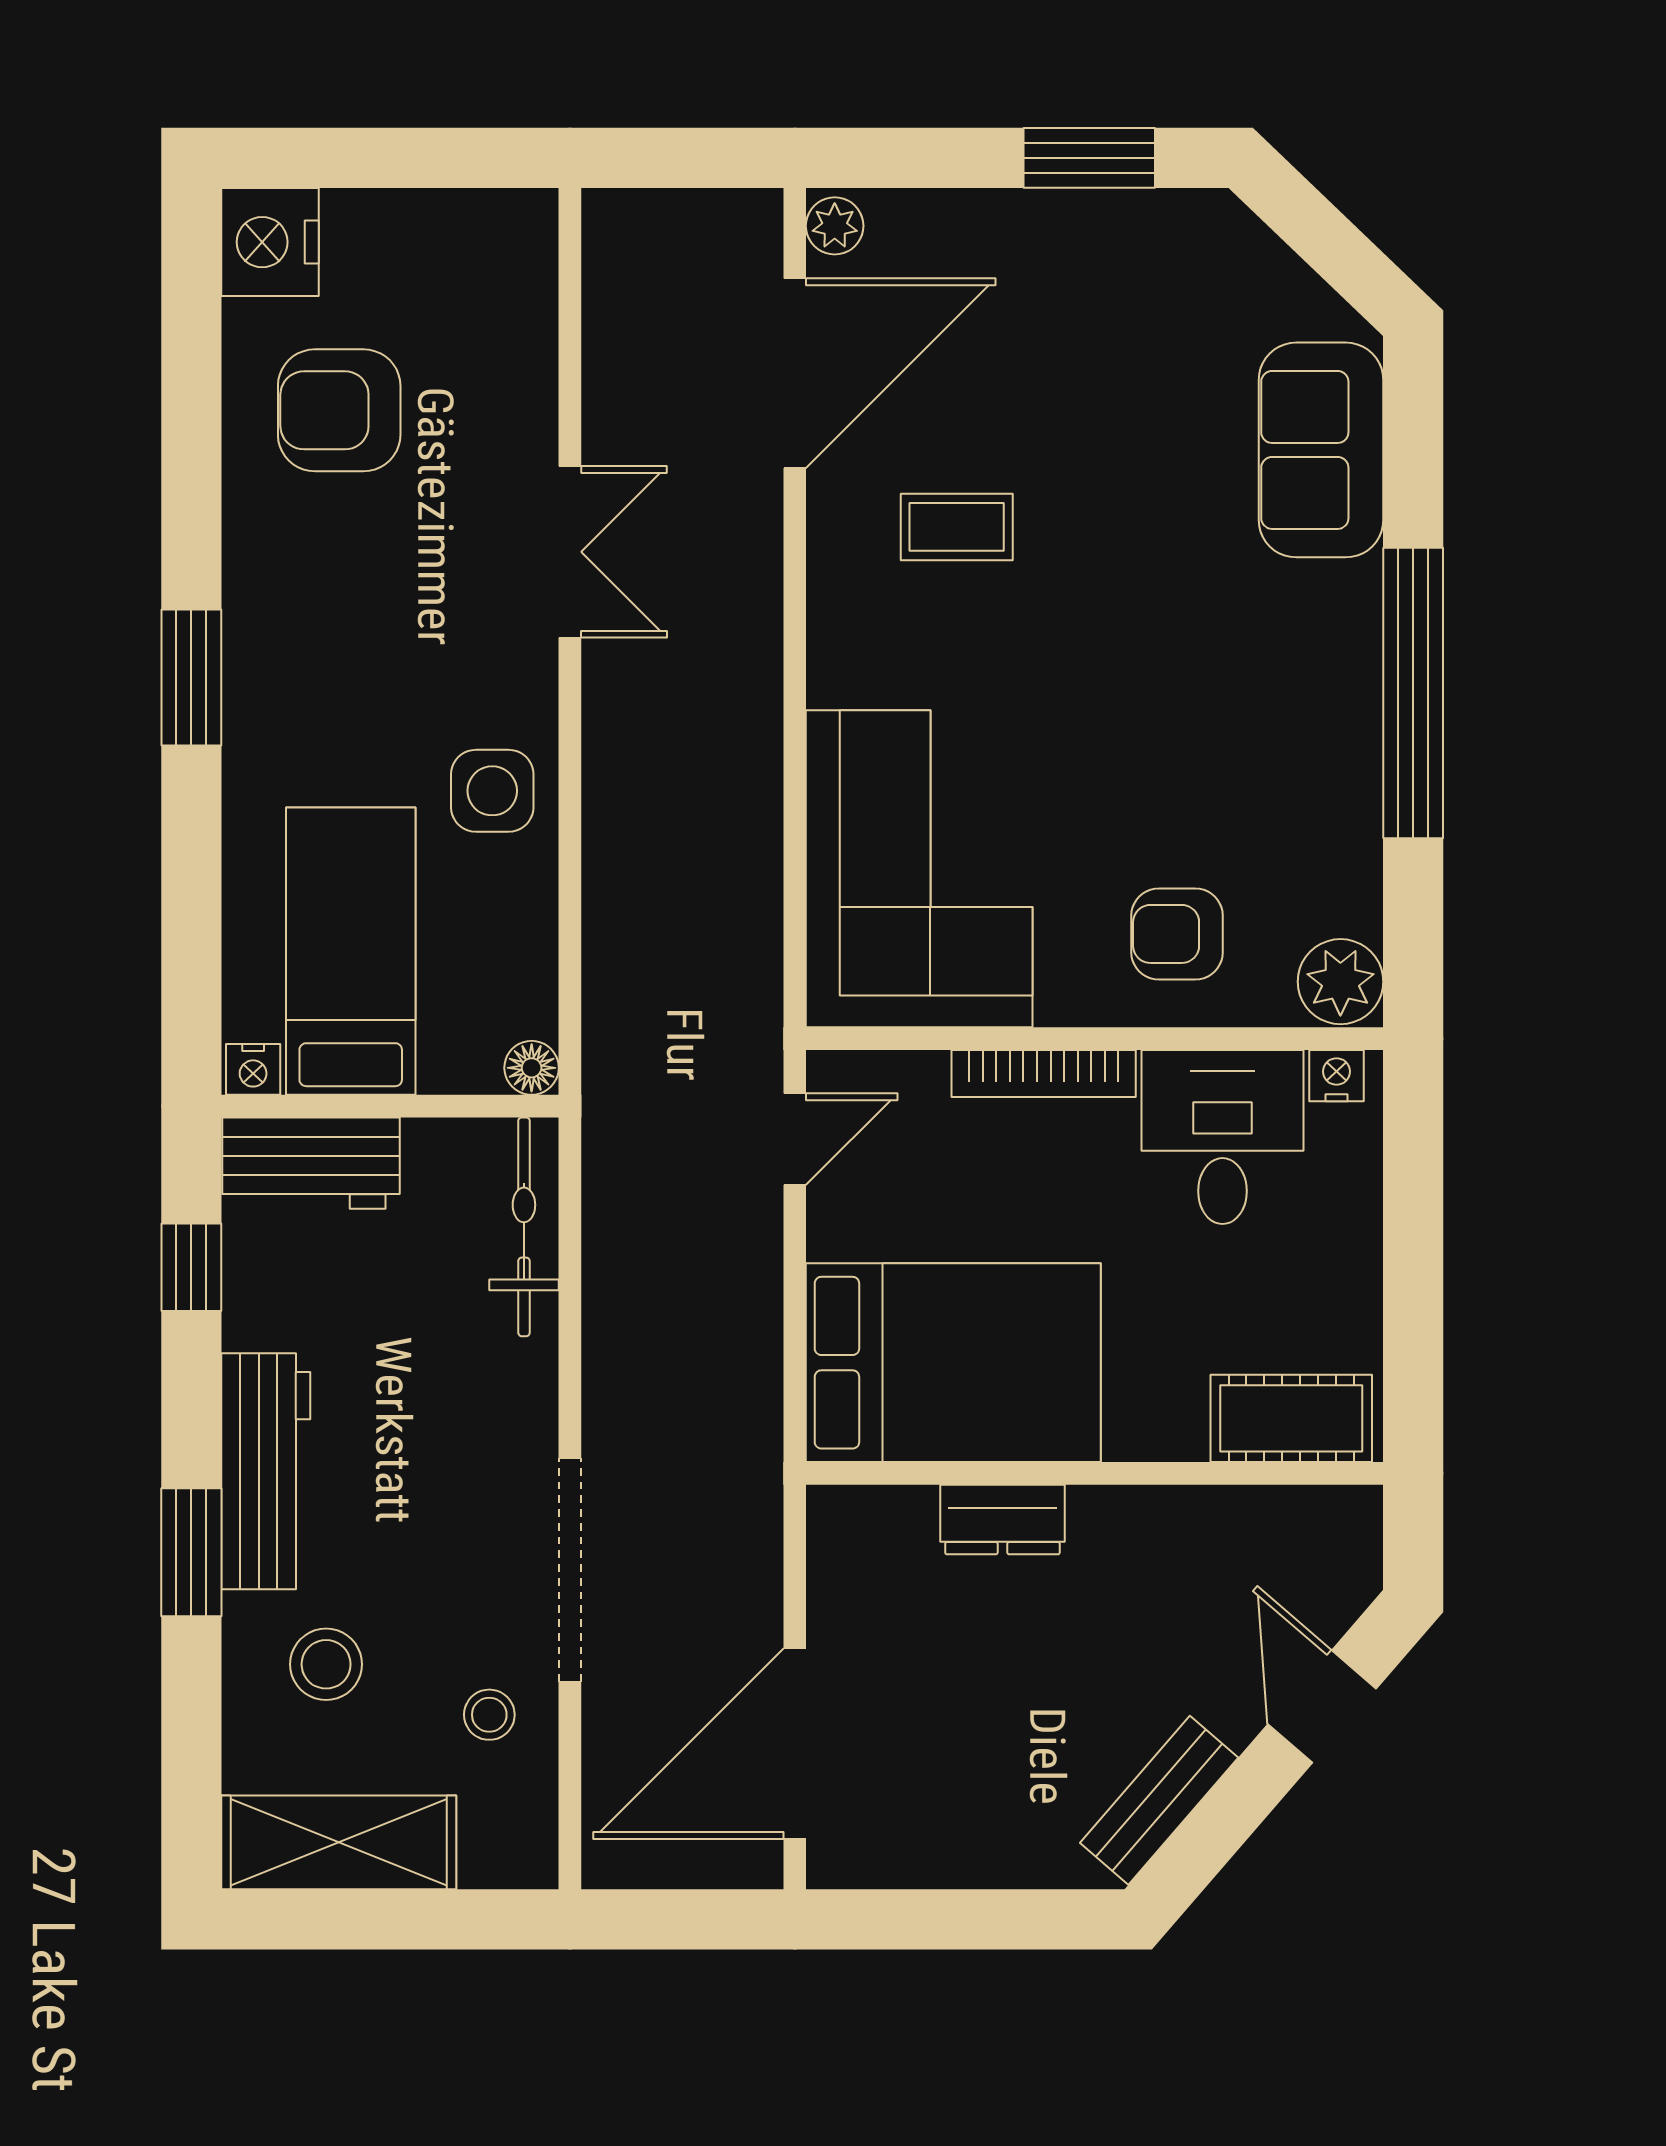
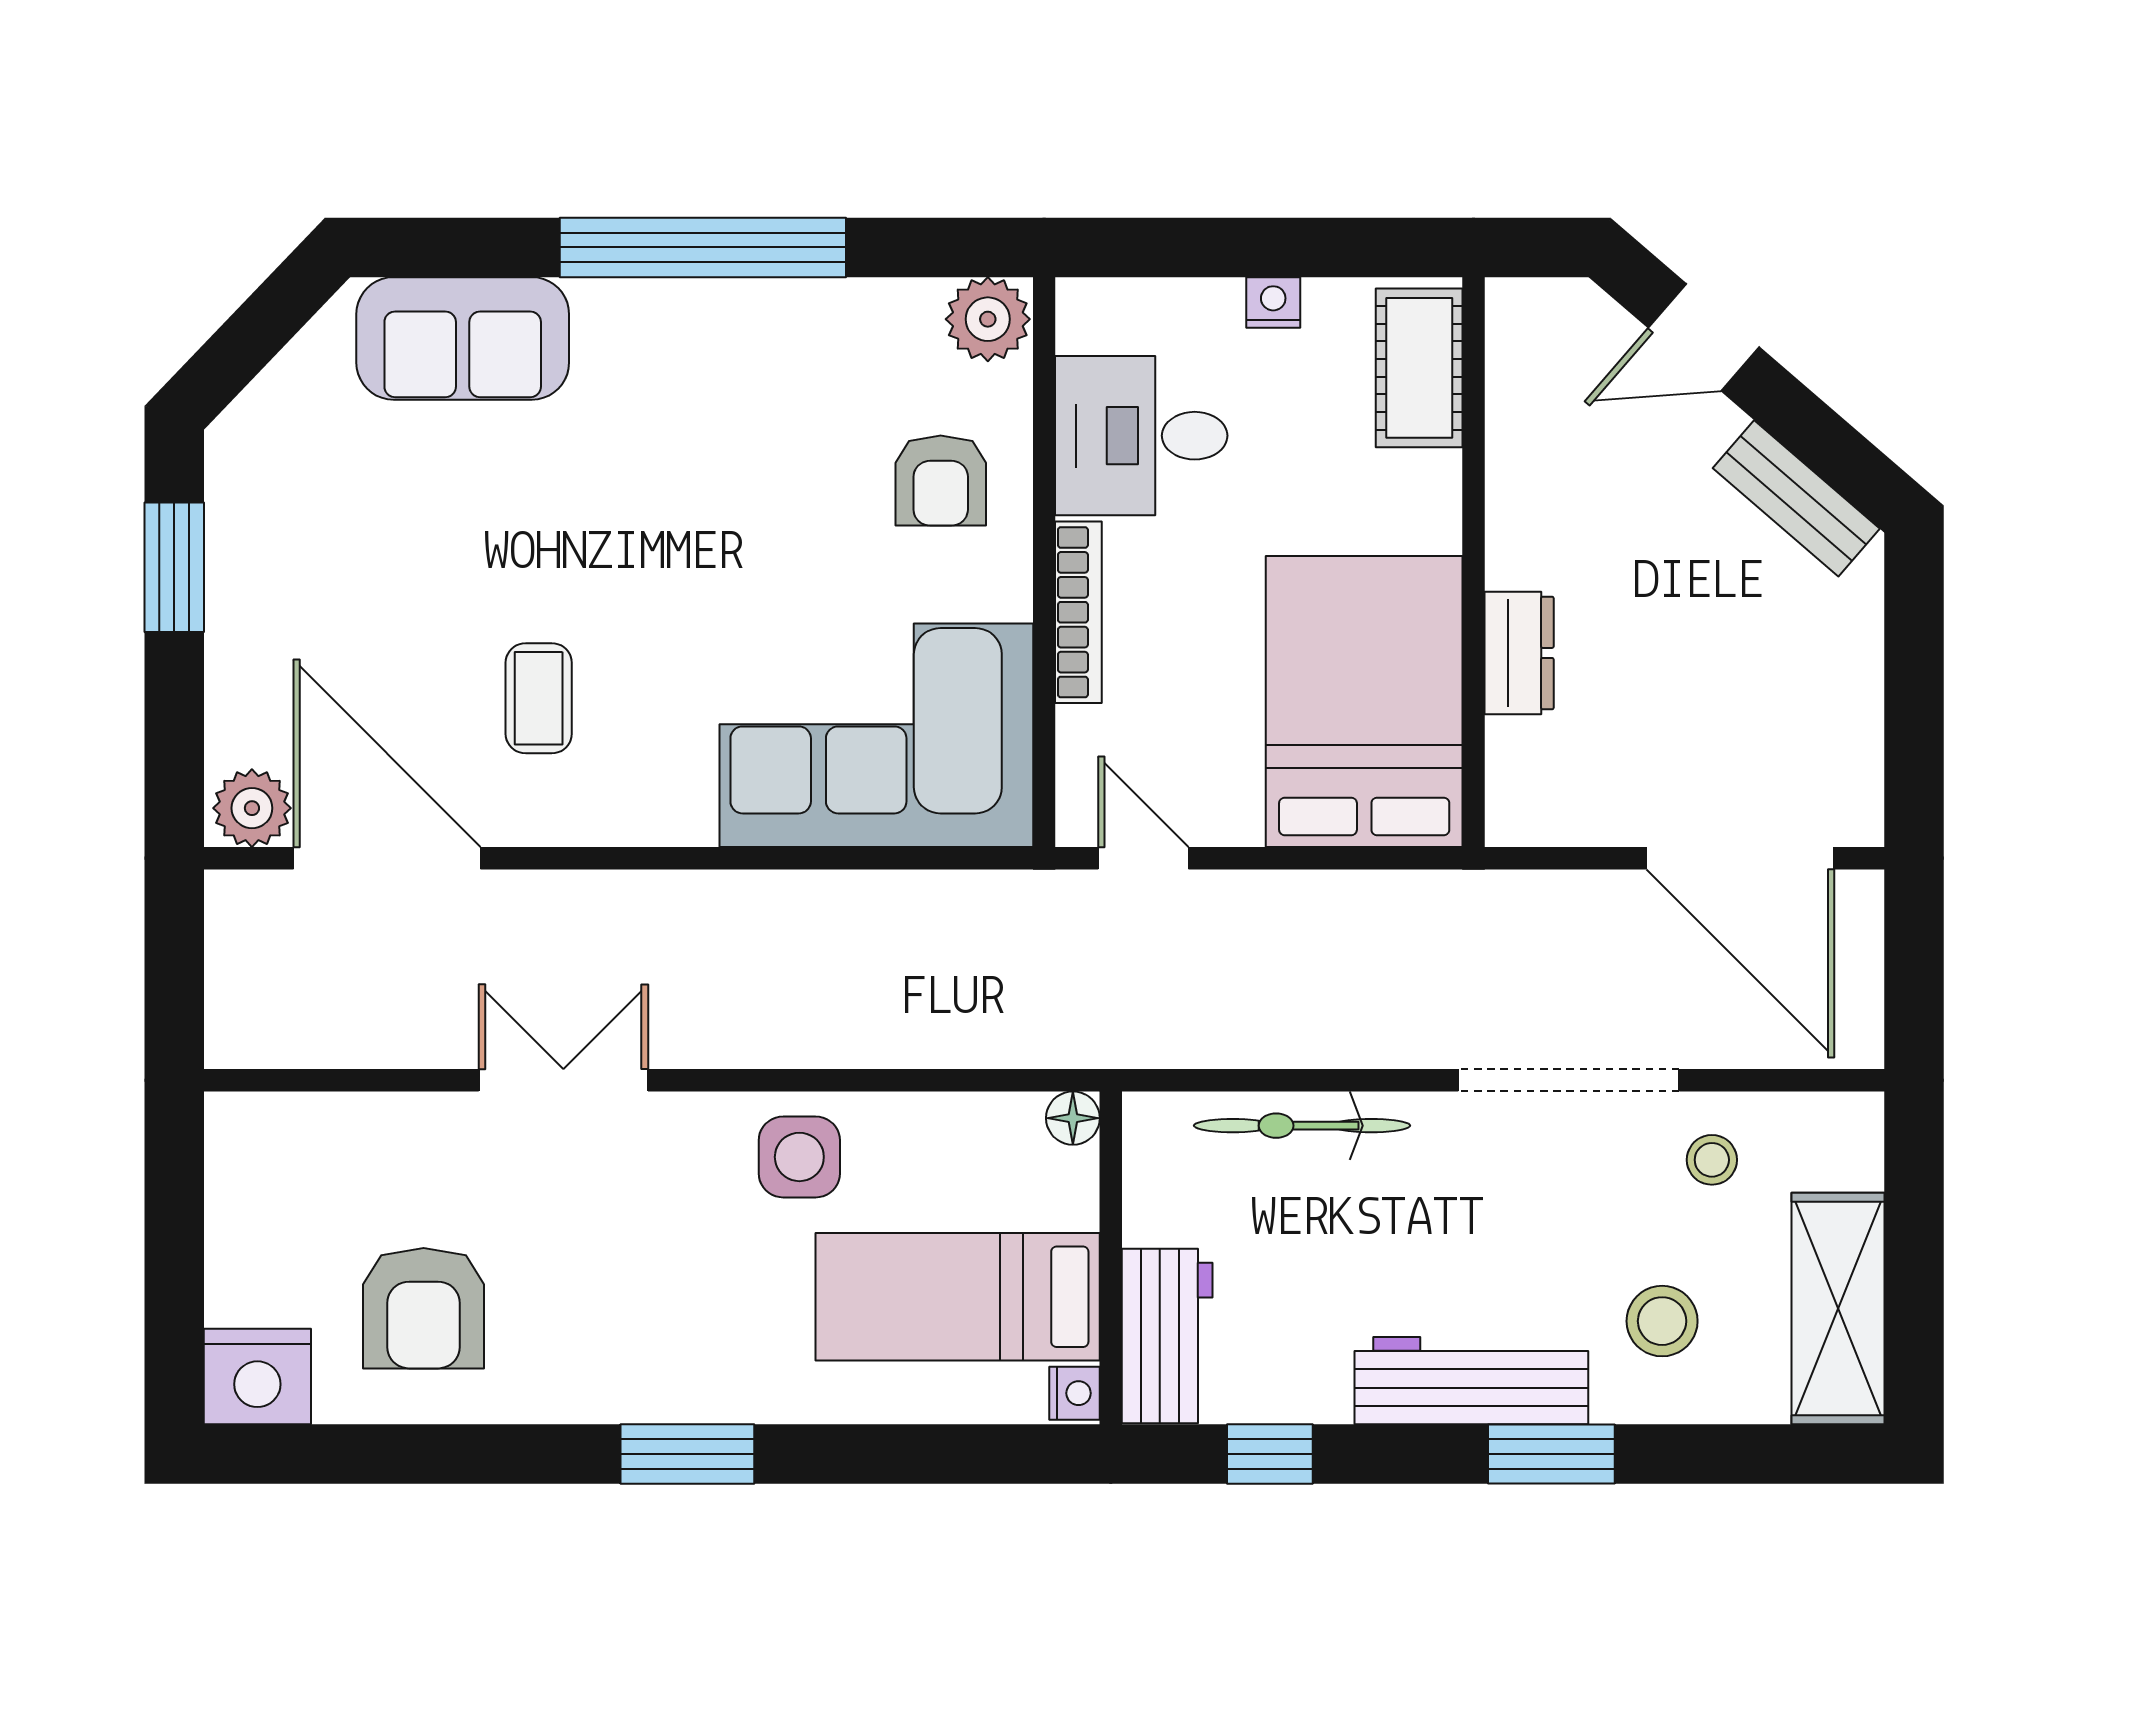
plant: (835, 226) -> (252, 808), width x1.38, depth x1.38
nightstand: (1336, 1076) -> (1273, 302), moved, turned 90
bicycle: (524, 1227) -> (1302, 1126), moved

